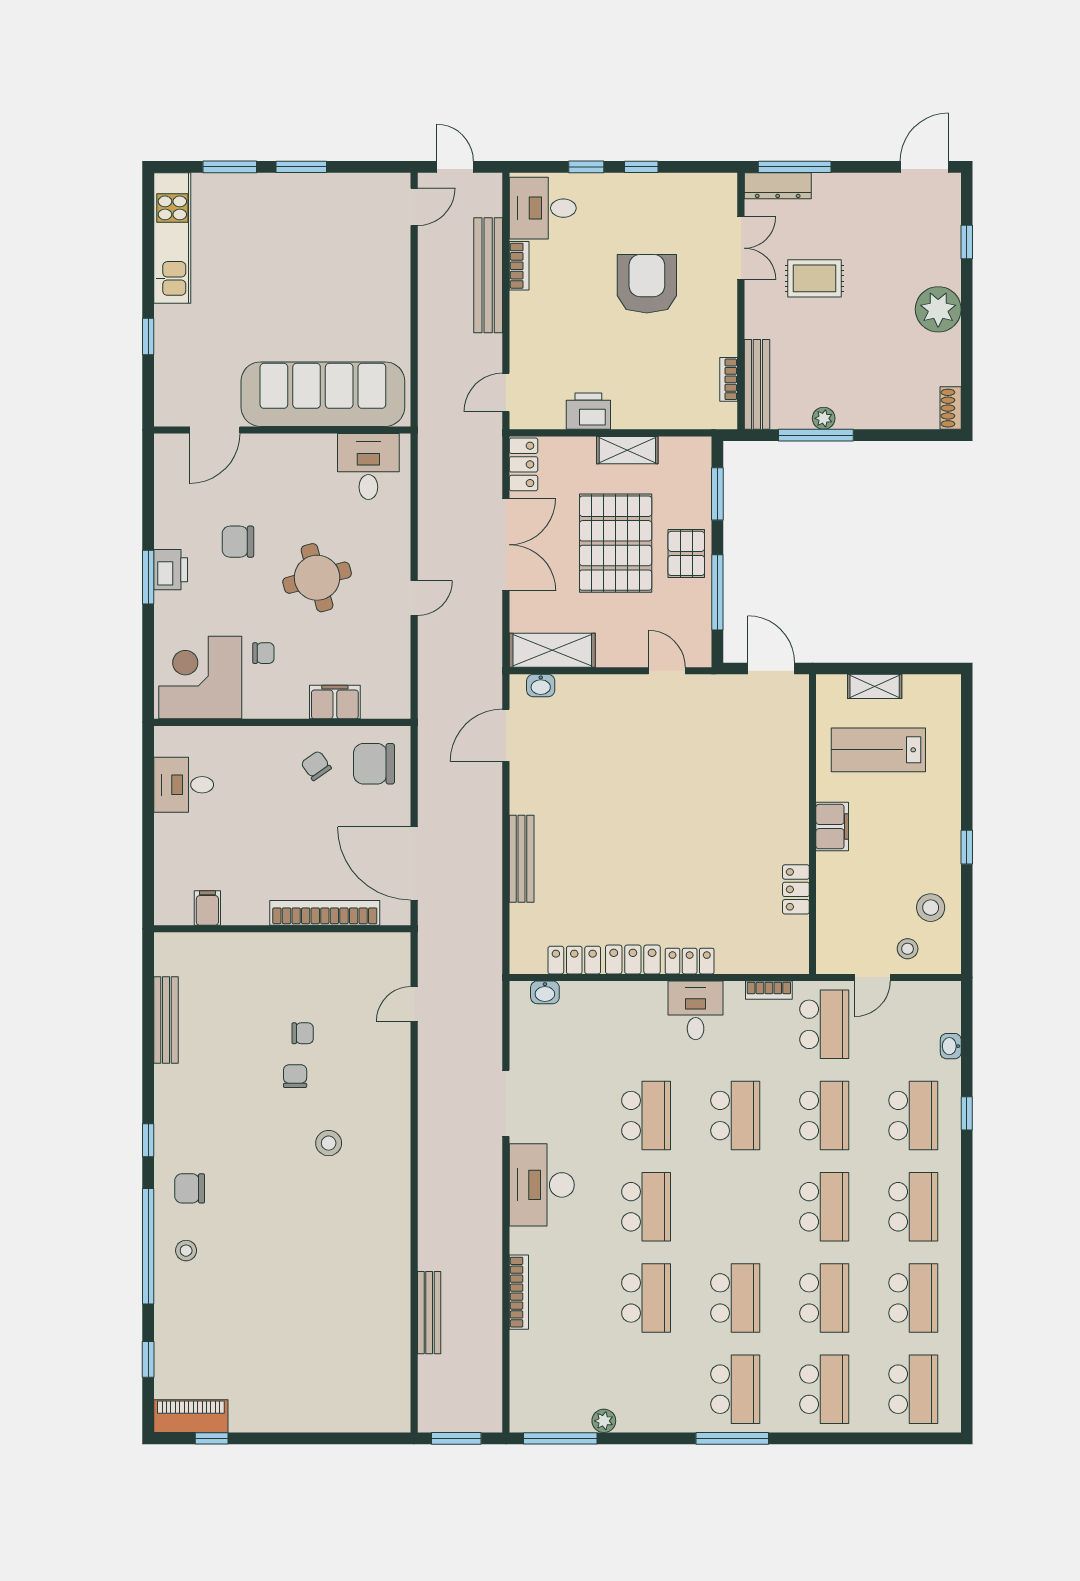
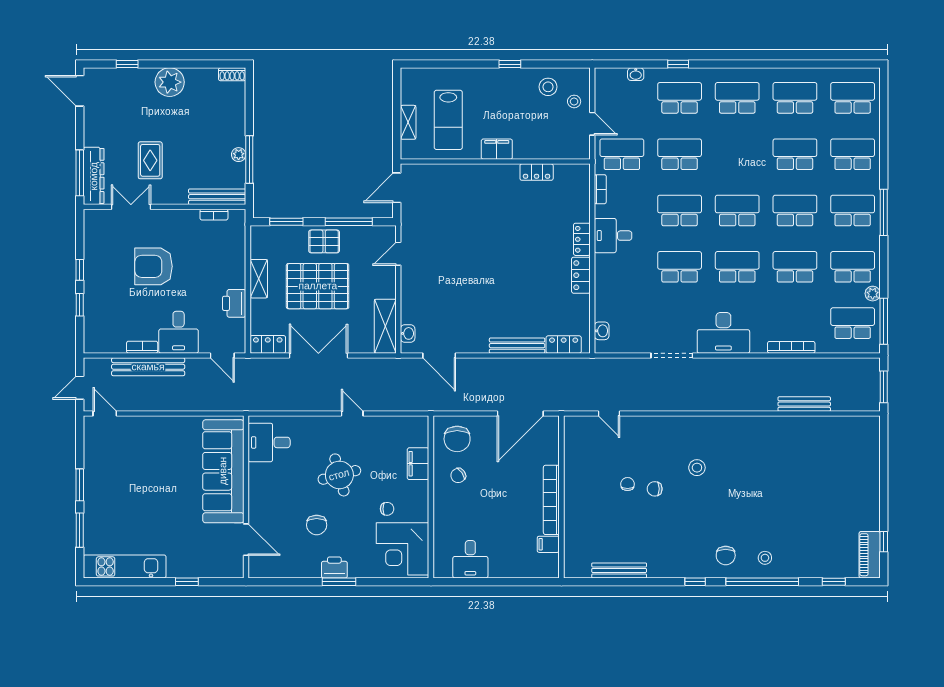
dresser: (778, 186) -> (94, 176), width x1.37, depth x1.24
desk: (543, 208) -> (179, 332), moved
chair: (263, 653) -> (387, 509), turned 90
bookcase: (325, 913) -> (551, 500), moved
locker: (574, 960) -> (564, 345), moved, turned 90
school desk: (824, 1207) -> (737, 211), moved
school desk: (557, 1389) -> (853, 323), added
school desk: (646, 1389) -> (853, 267), added

